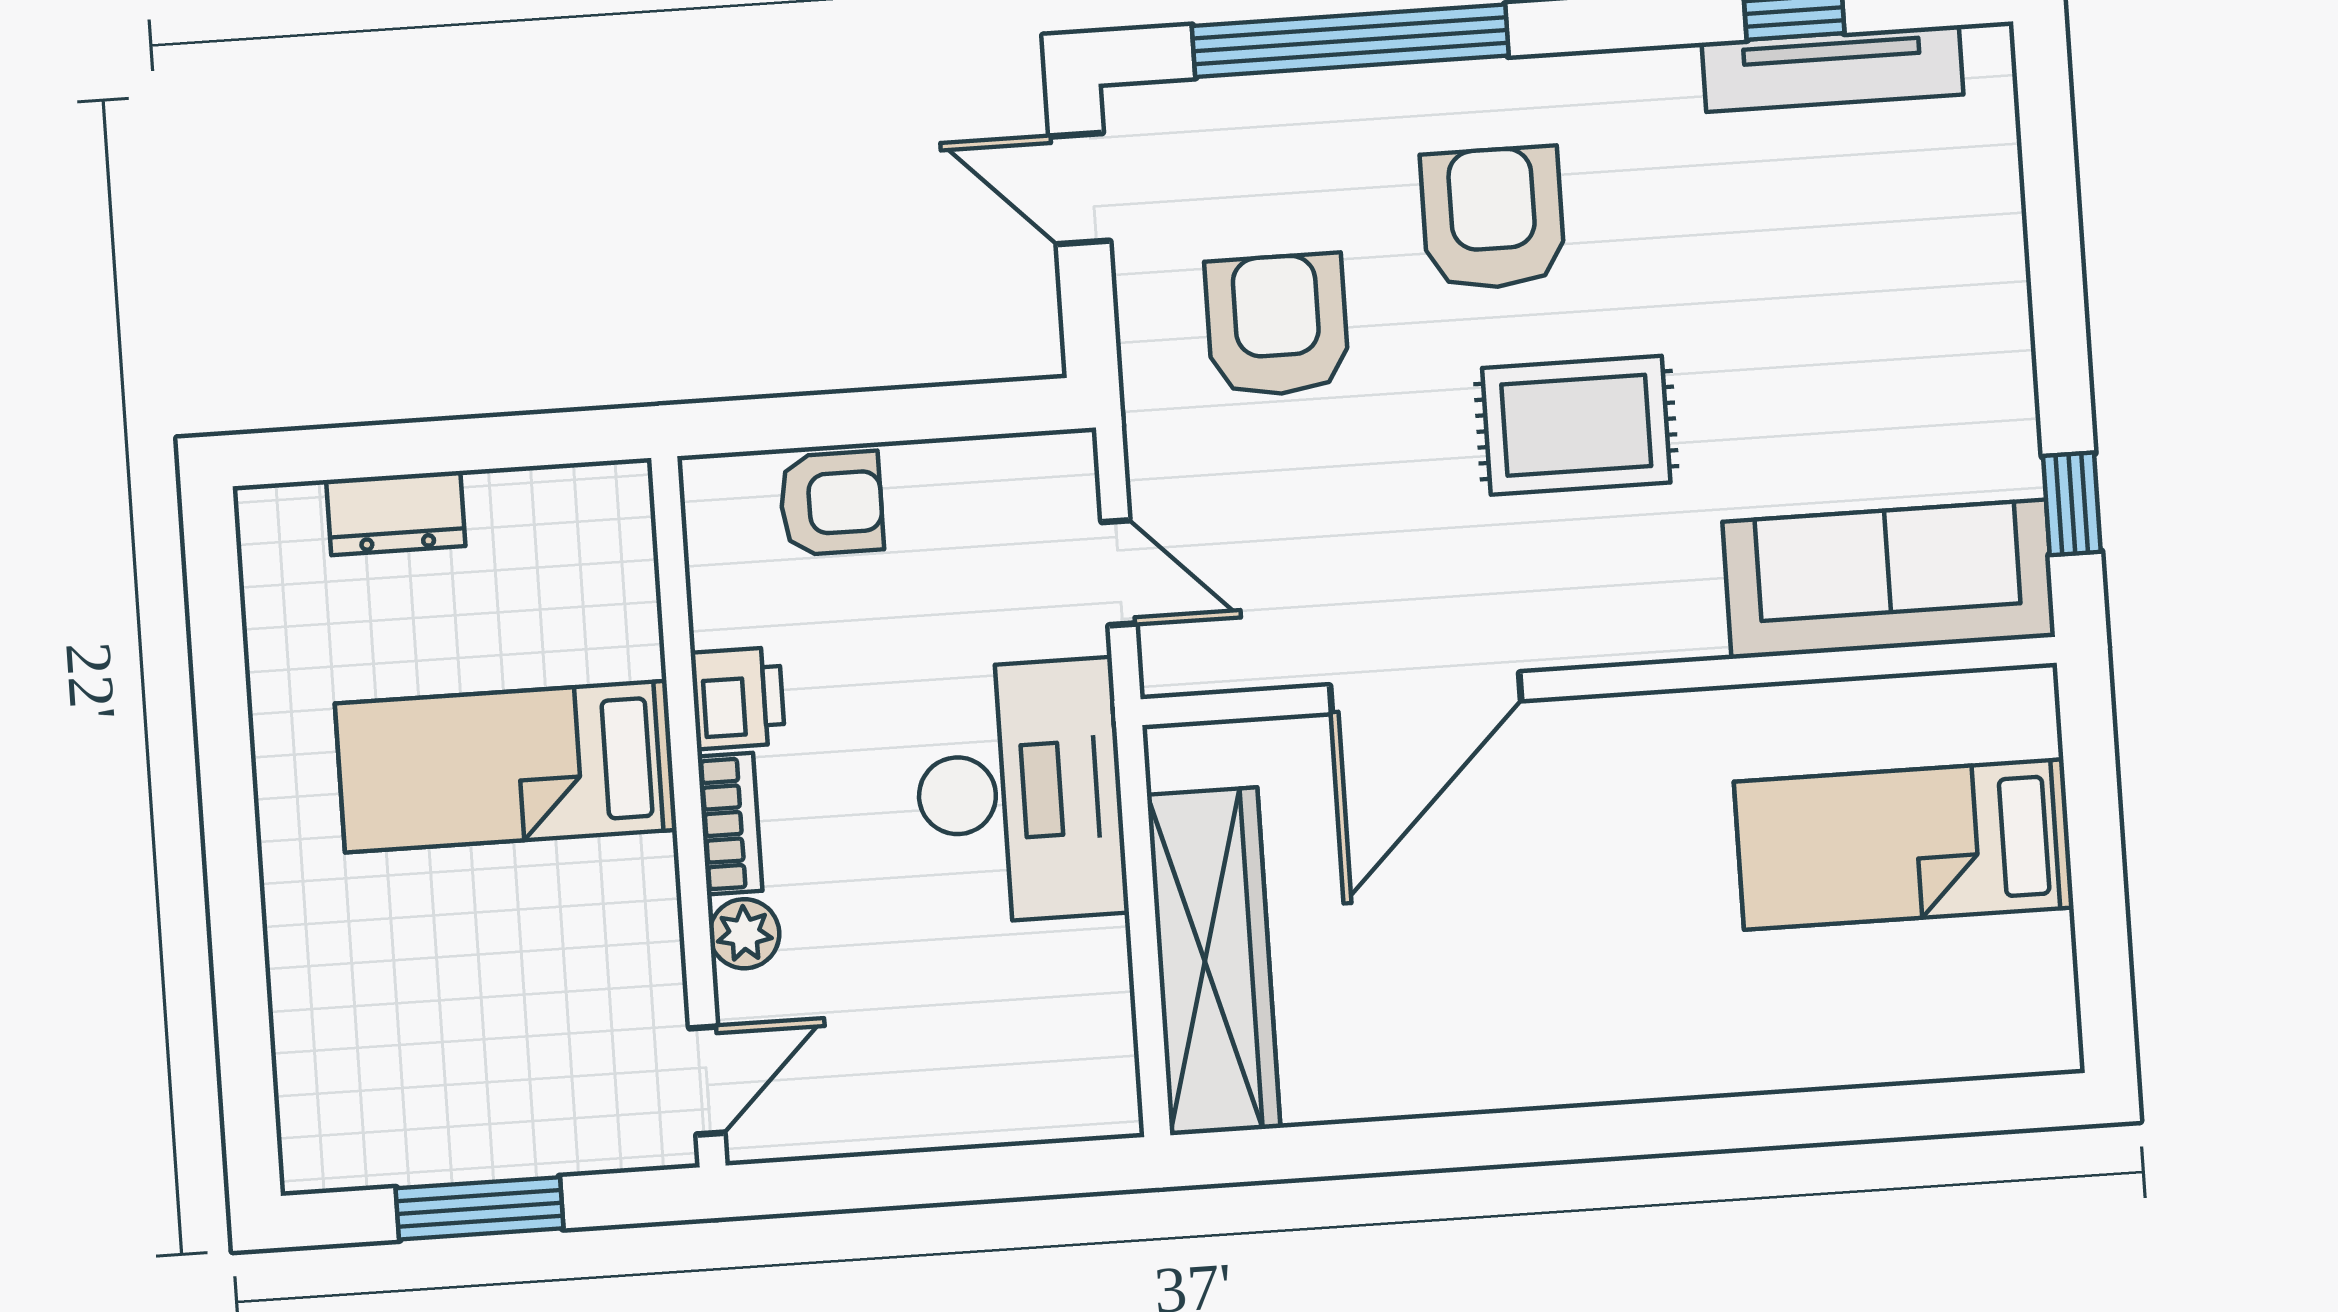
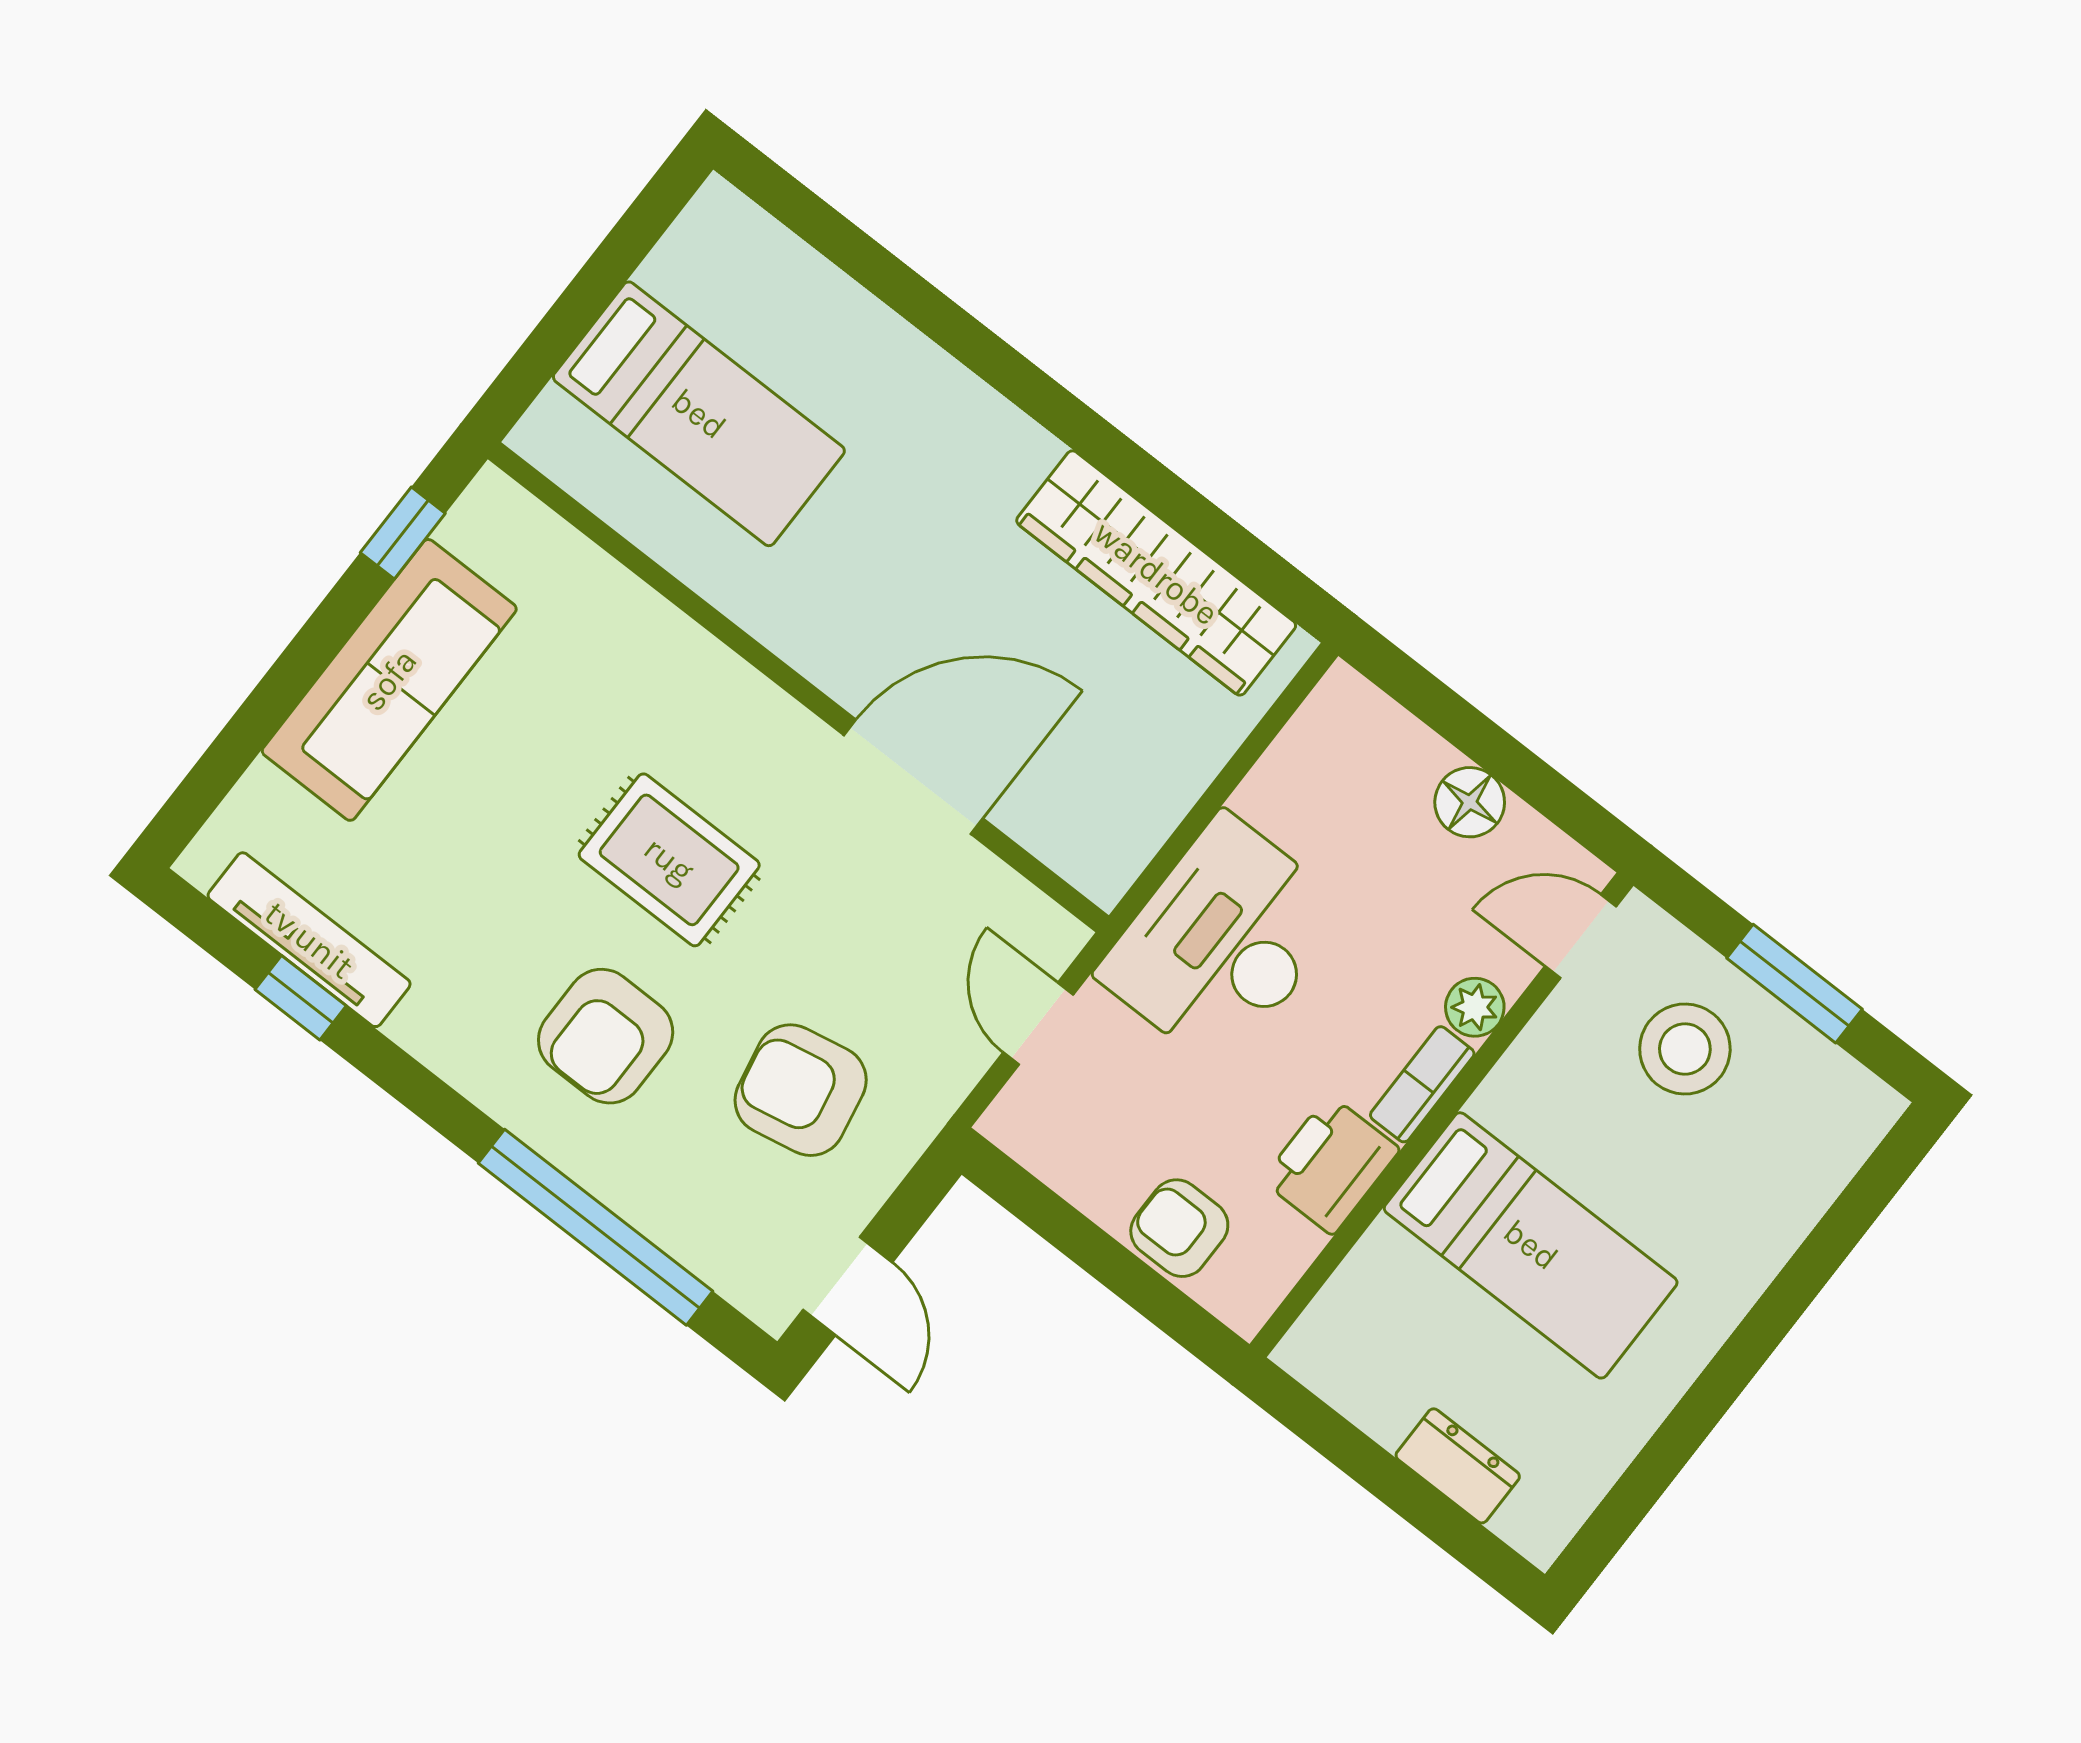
armchair: (1277, 325) -> (801, 1090), turned 79
sofa: (1889, 579) -> (389, 680), moved, turned -90
printer: (738, 698) -> (1331, 1165), width x1.36, depth x1.24
wardrobe: (1214, 961) -> (1156, 573), moved, turned -90
stool: (525, 1063) -> (1685, 1049), added
floor lamp: (912, 1112) -> (1470, 802), added

